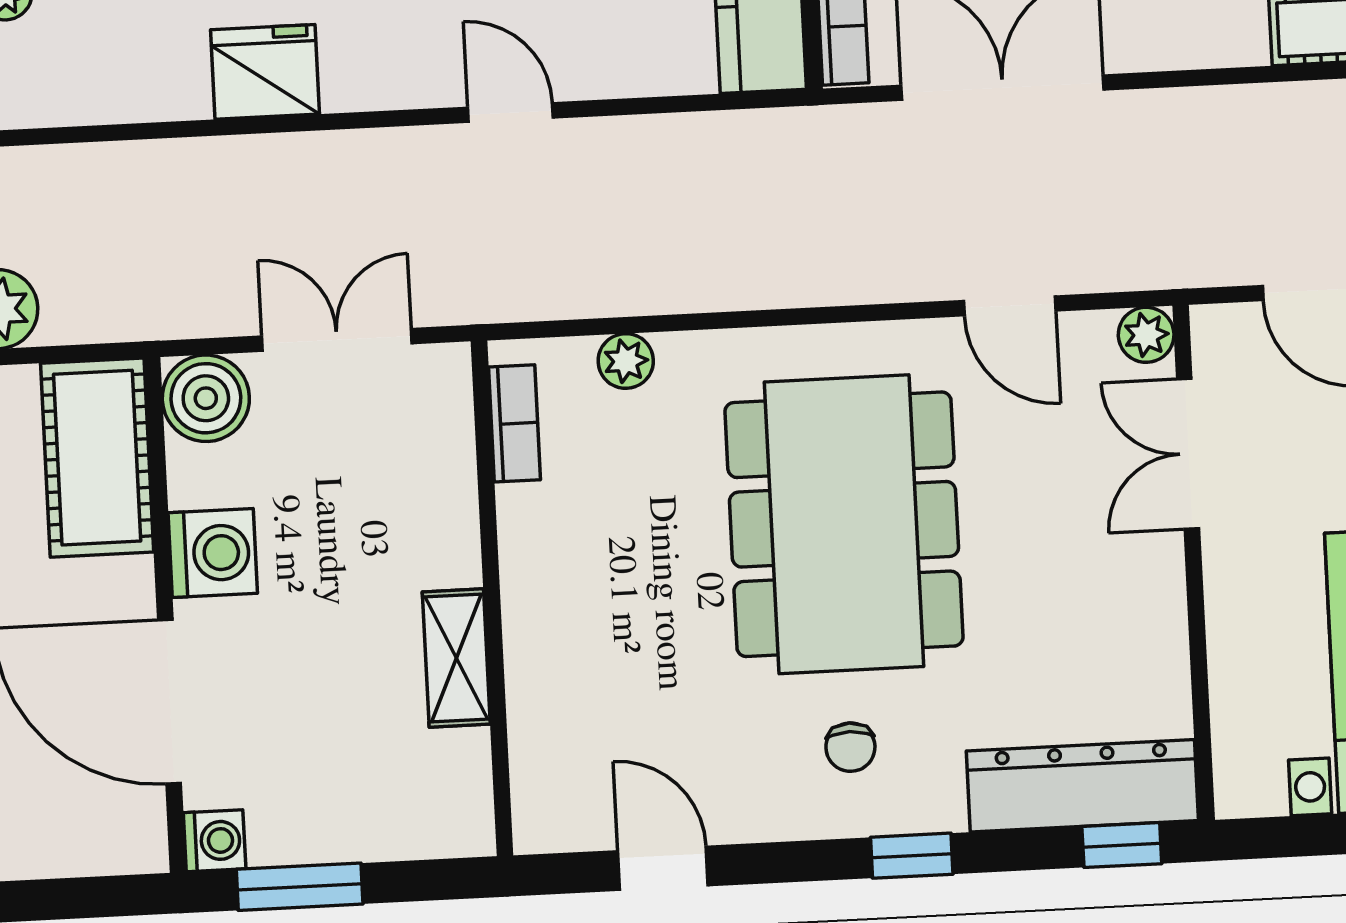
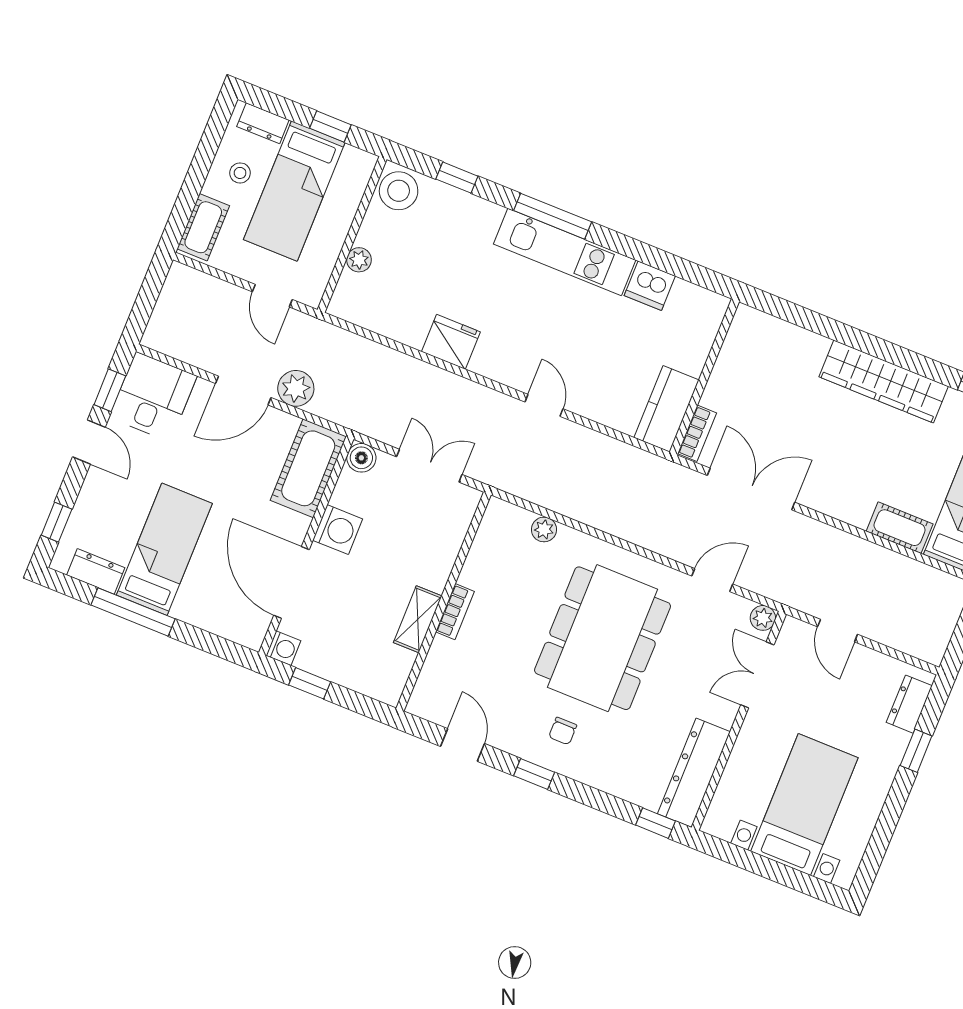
door: (1010, 306) -> (712, 580), swing flipped
boiler: (206, 398) -> (361, 458), width x0.73, depth x0.73
bookcase: (514, 423) -> (455, 612), moved
dresser: (1082, 786) -> (694, 773), moved, turned -90
window: (912, 856) -> (534, 774), moved
window: (300, 887) -> (310, 683), width x0.67

